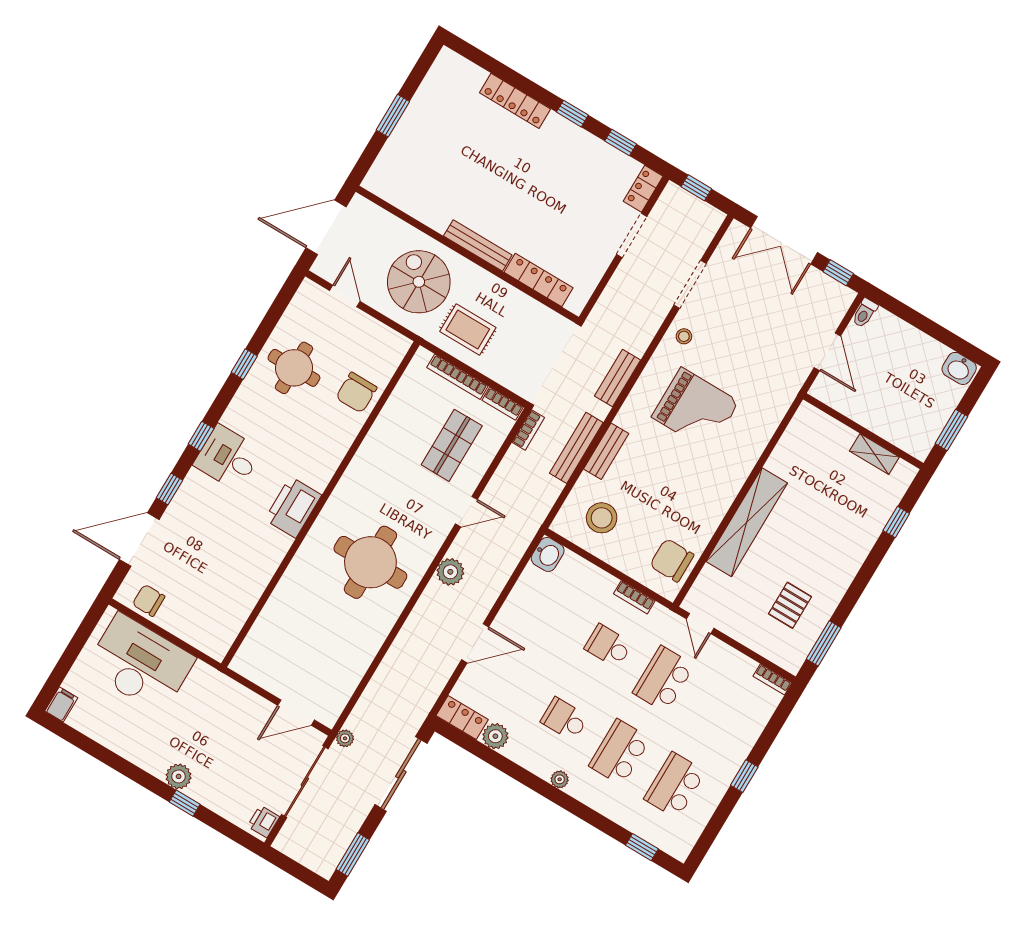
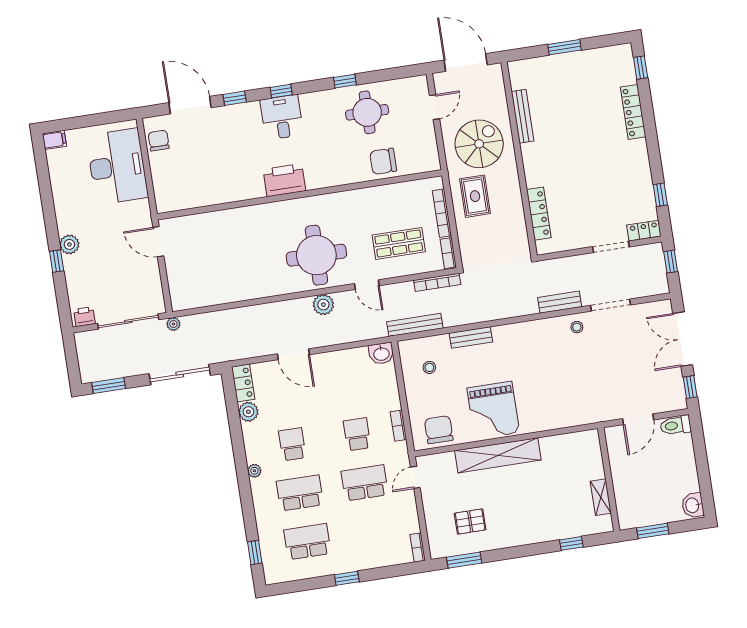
window: (572, 114) -> (641, 68), moved
bench: (478, 245) -> (523, 116), moved
toilet: (865, 313) -> (675, 425), width x1.37, depth x1.39
bench: (618, 378) -> (560, 302), moved
grand piano: (695, 409) -> (493, 410), moved
bookcase: (528, 430) -> (437, 282), width x1.56
bench: (576, 448) -> (415, 325), moved
stool: (602, 518) -> (429, 367), width x0.53, depth x0.53
round table: (370, 562) -> (316, 255), moved
door: (296, 713) -> (158, 242), moved

